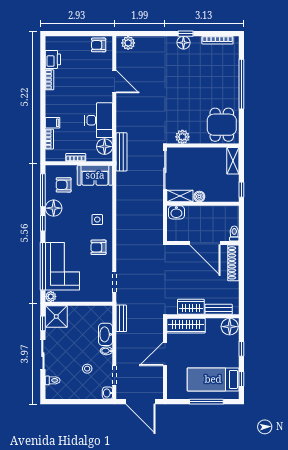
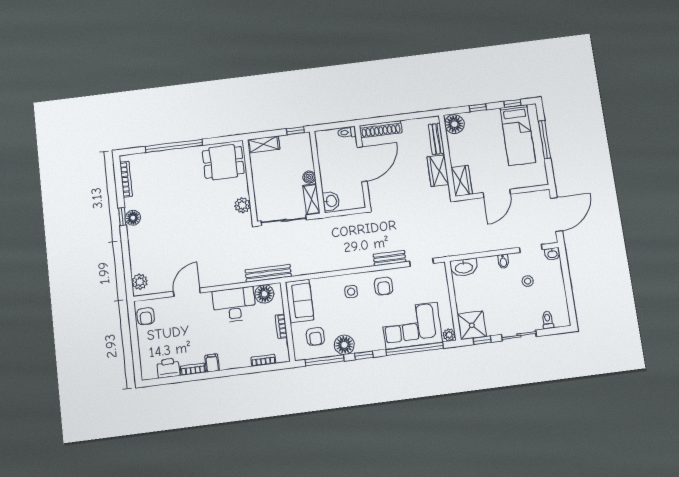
filing cabinet: (53, 123) -> (212, 363), moved
bench: (121, 318) -> (390, 258), moved
wardrobe: (186, 326) -> (462, 181), width x0.67
washbasin: (106, 334) -> (464, 267), moved
door: (165, 354) -> (497, 193), hinge flipped

